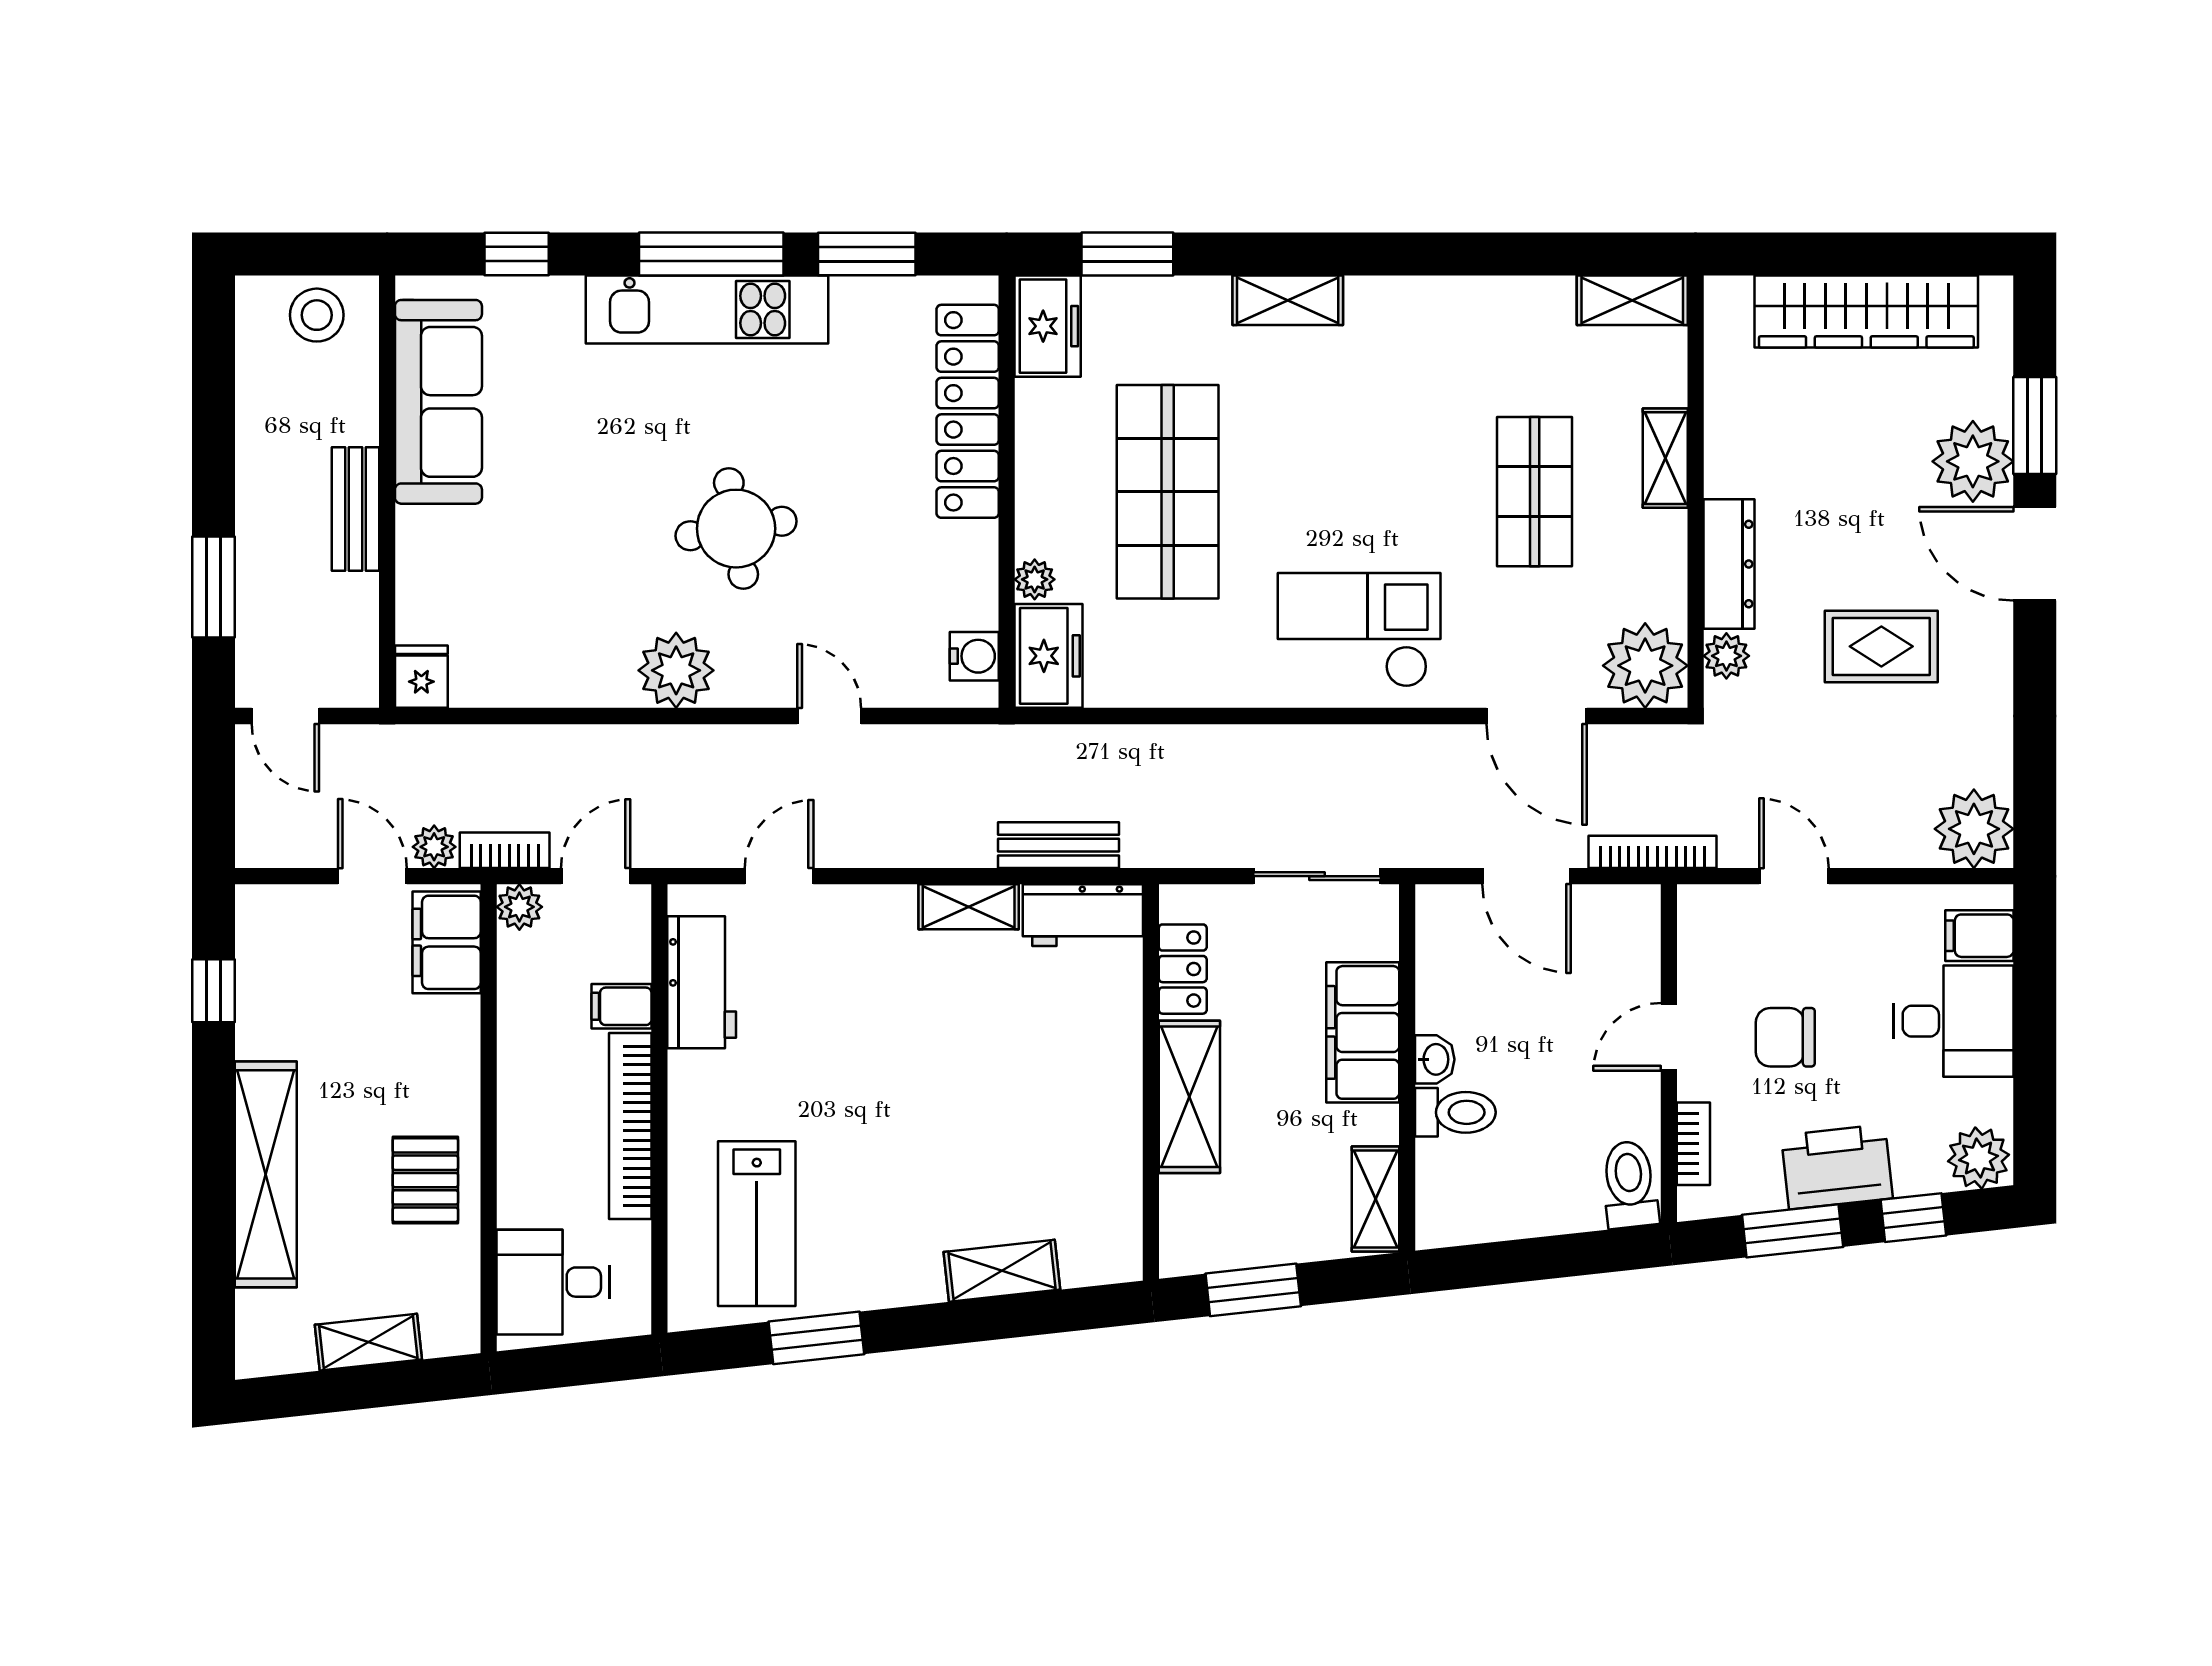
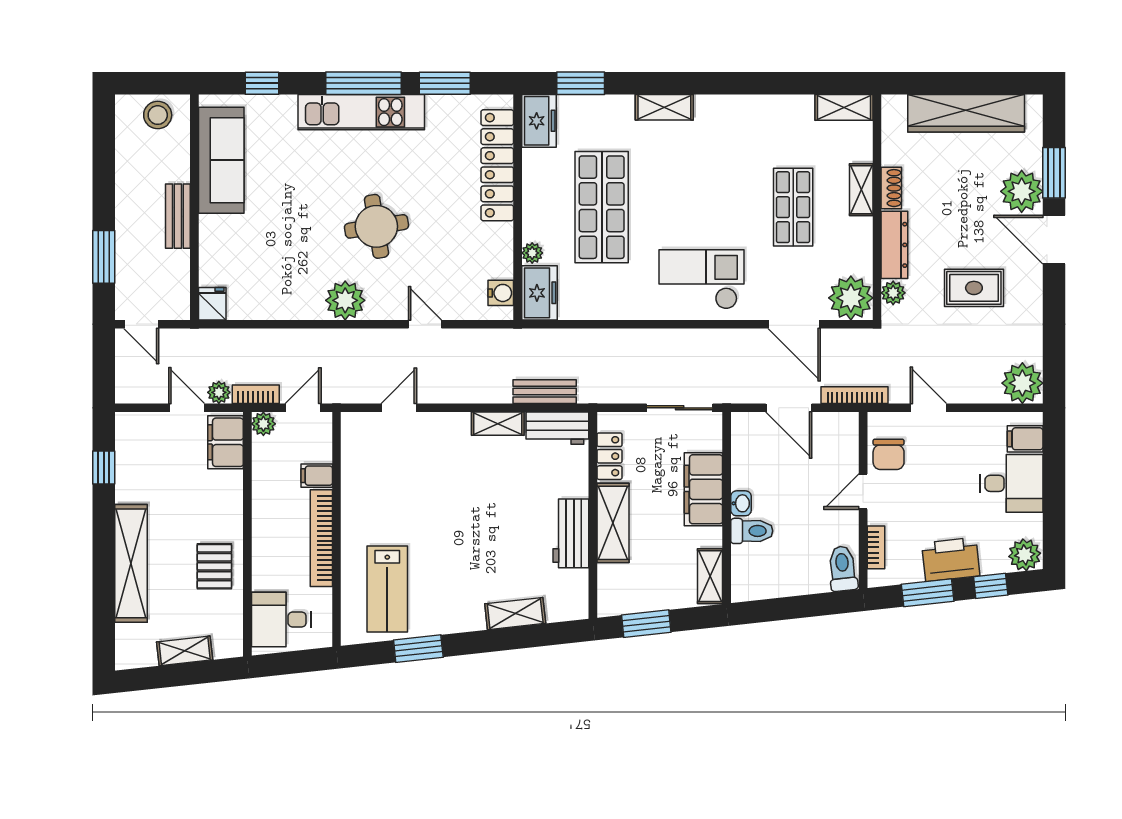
shoe rack: (1723, 455) -> (891, 188), added
workbench: (702, 982) -> (571, 533), moved, turned 180
chair: (1785, 1037) -> (889, 454), moved, turned -90

